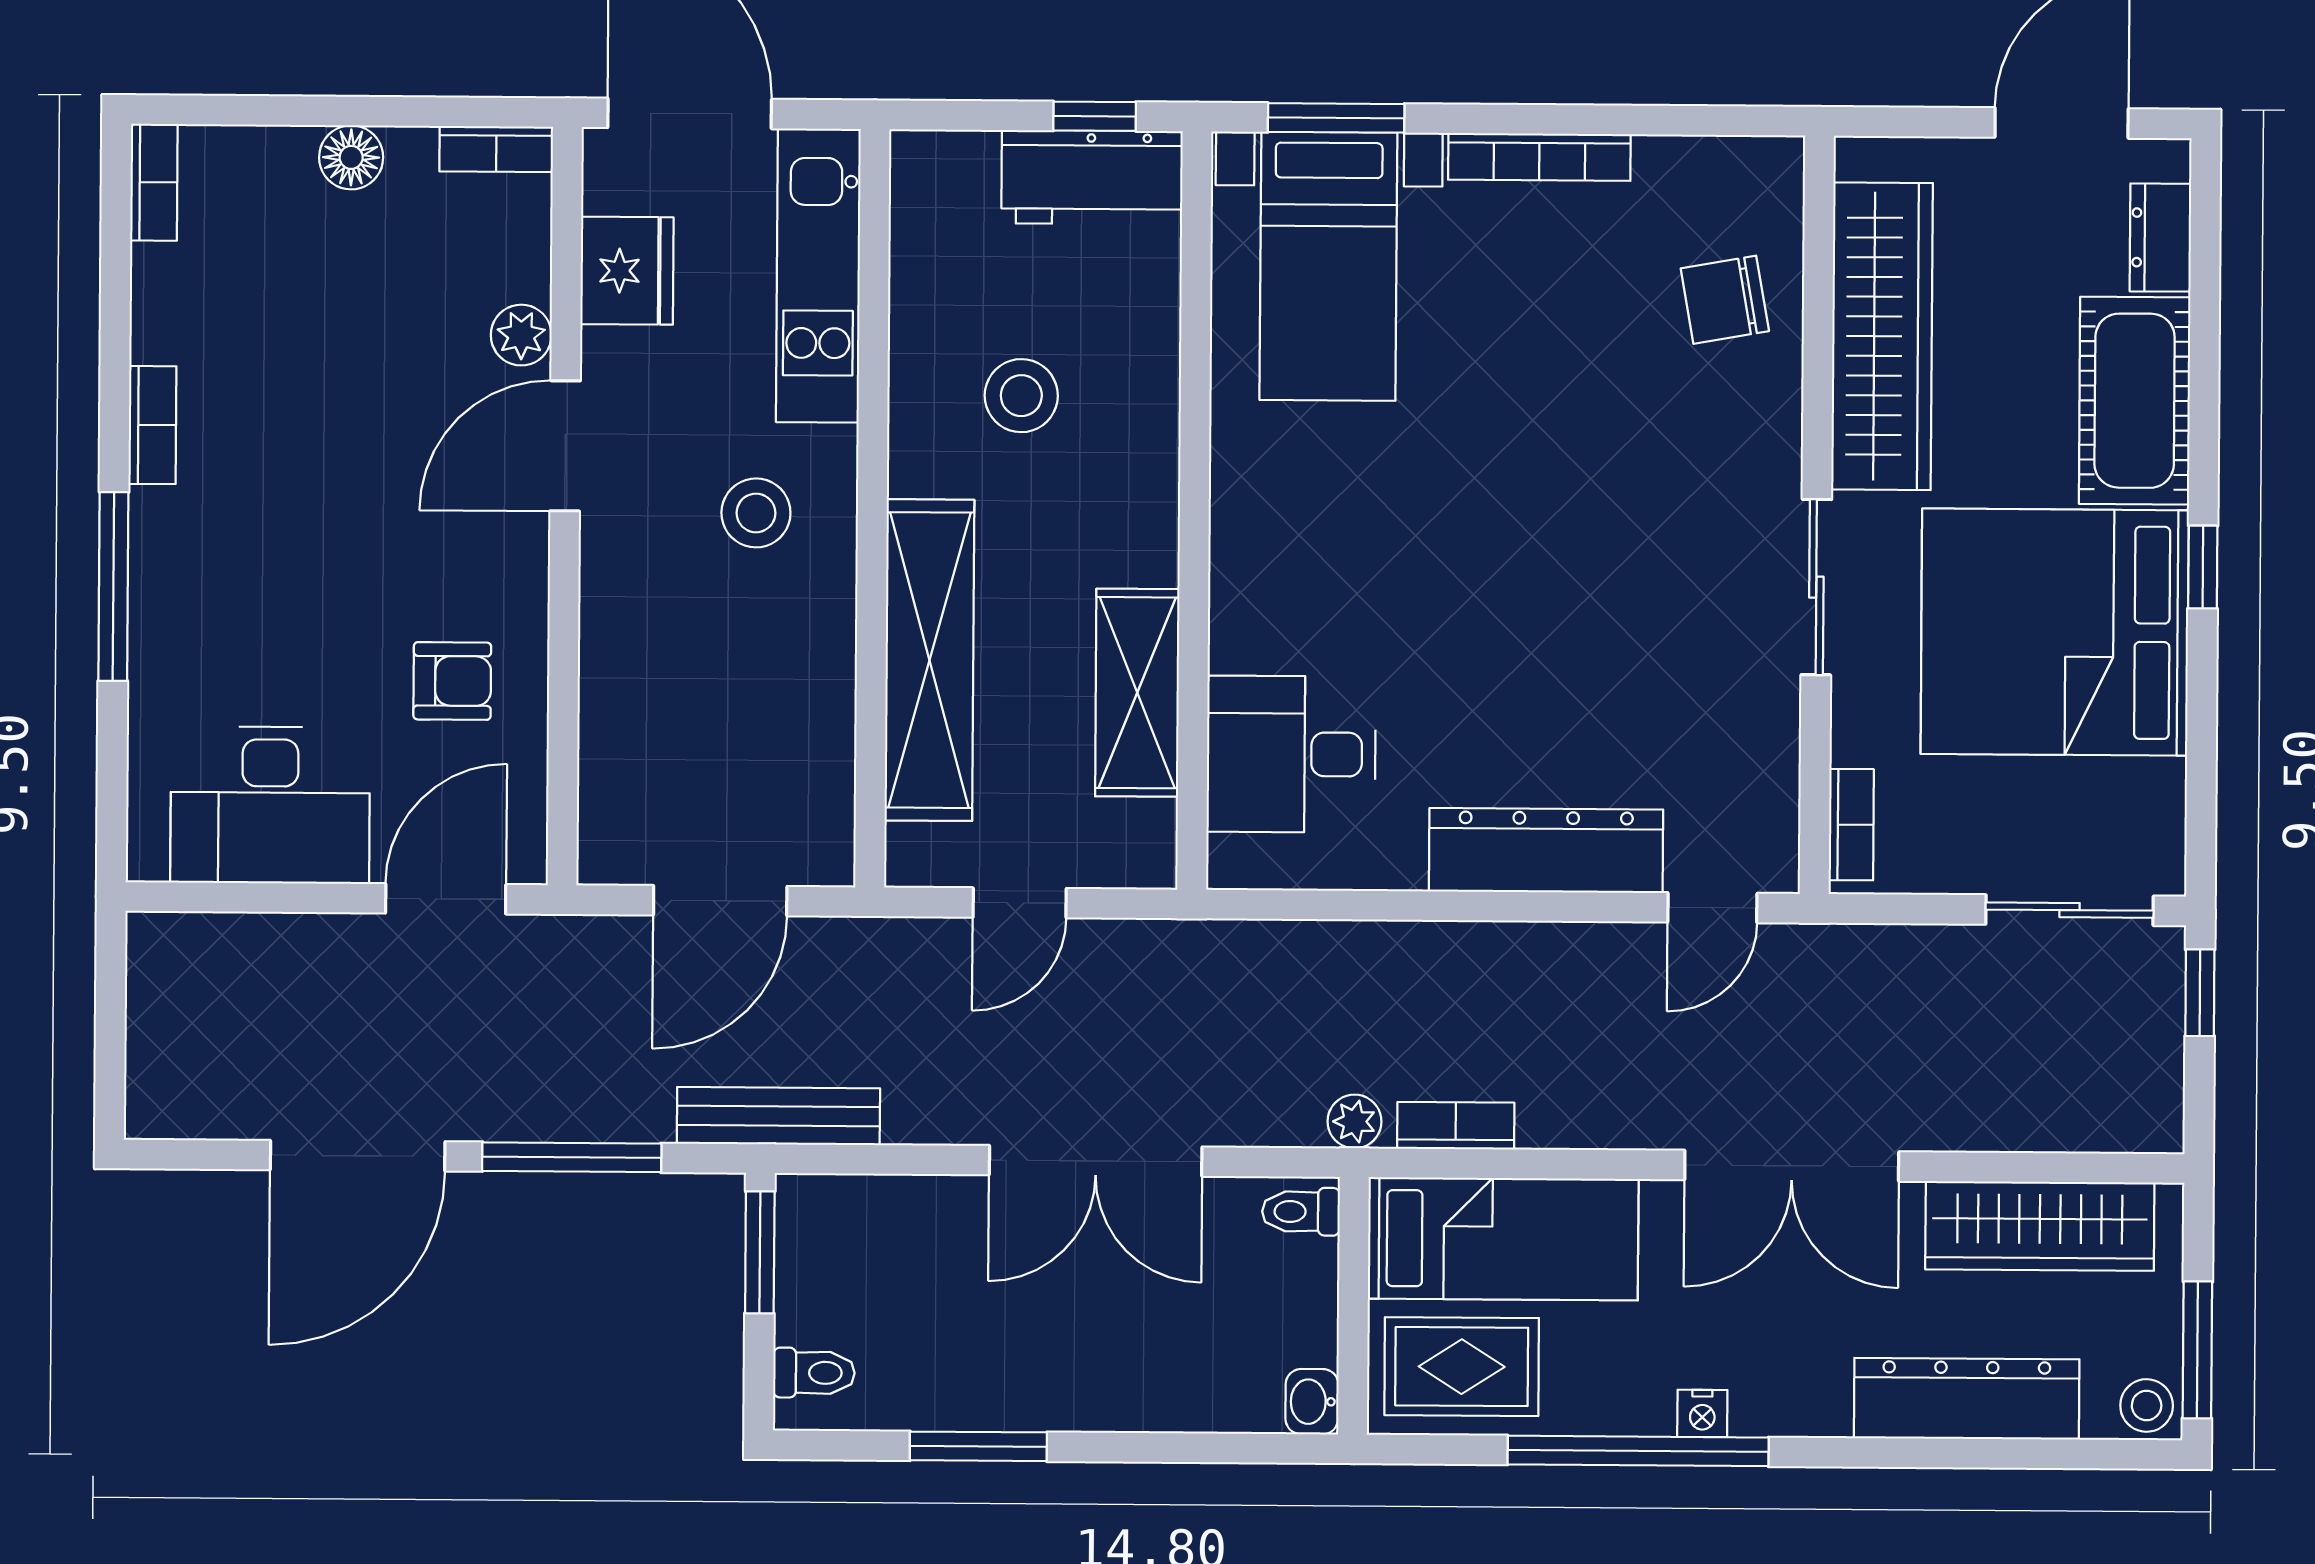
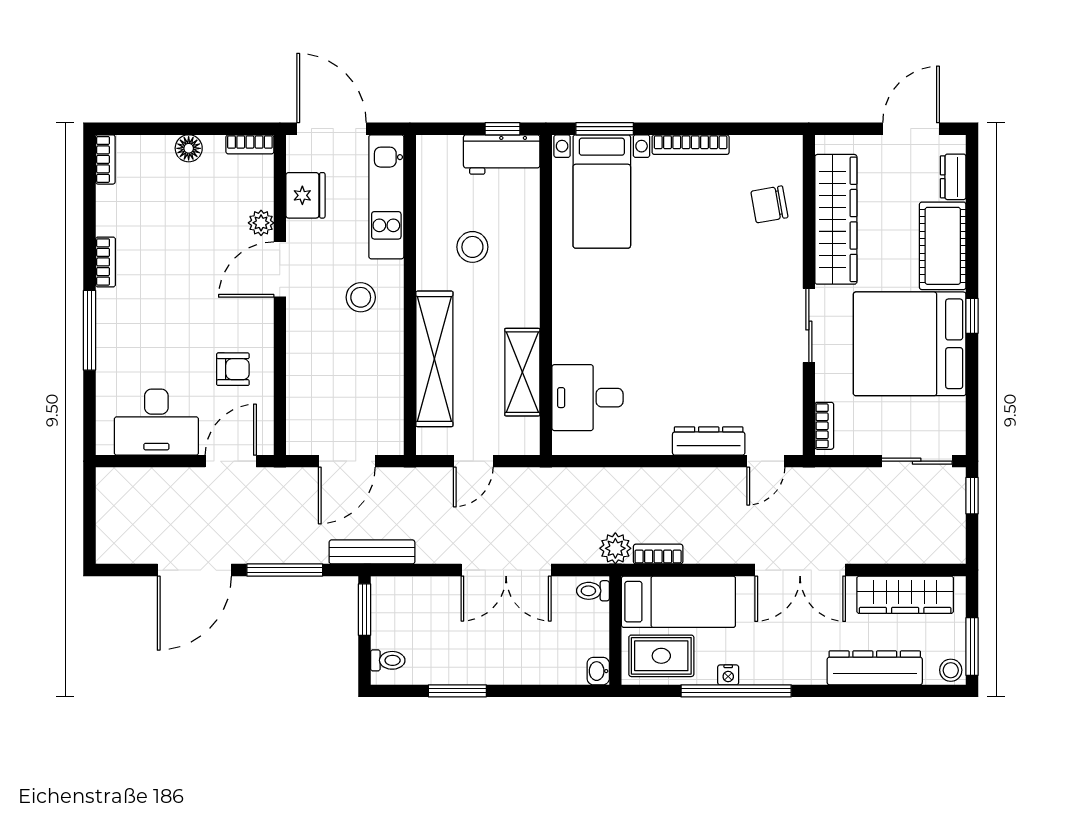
dresser: (1546, 850) -> (709, 441), width x0.73, depth x0.80
plant: (1355, 1121) -> (615, 548), width x1.38, depth x1.38
nightstand: (1702, 1413) -> (728, 675), moved

